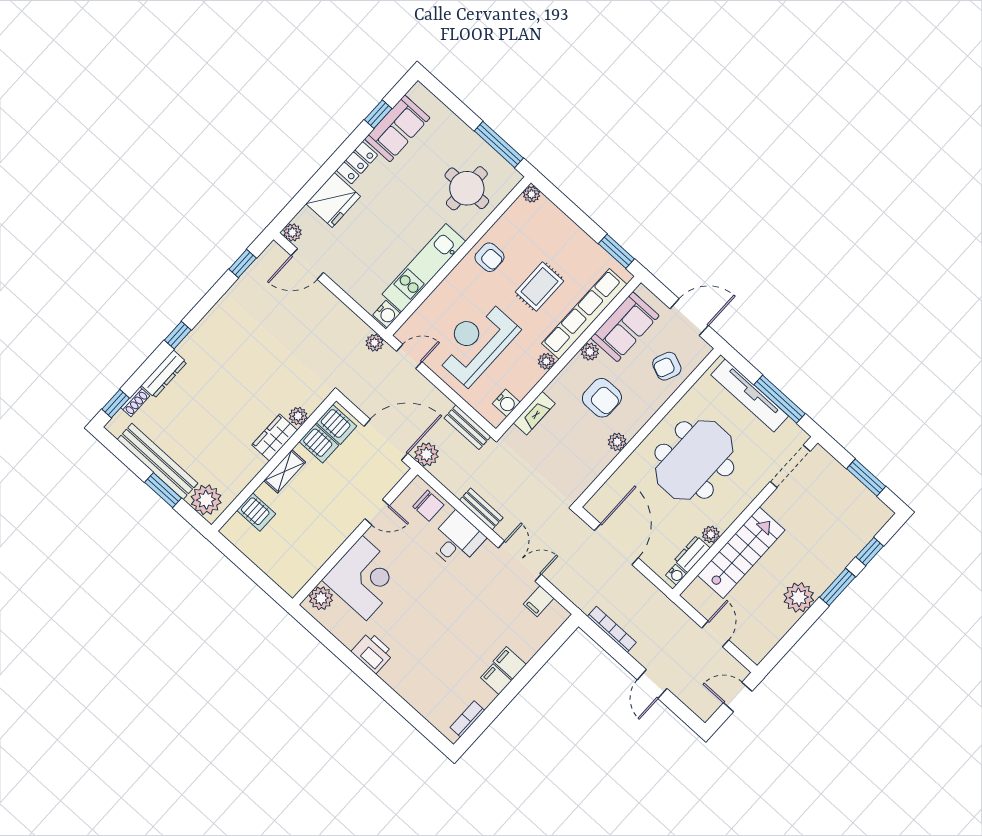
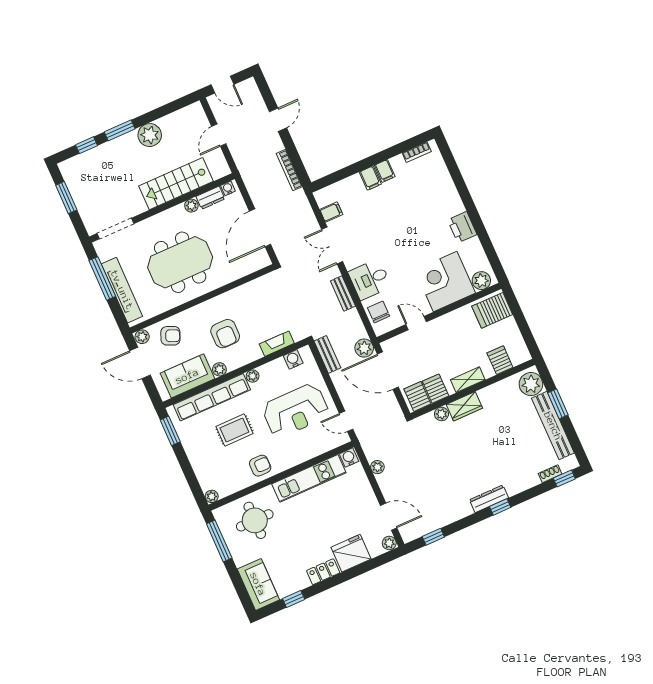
sofa: (397, 128) -> (258, 584), moved, turned 90
armchair: (489, 257) -> (260, 466), turned 90
plant: (375, 343) -> (377, 467), moved
dresser: (164, 374) -> (489, 499), moved
armchair: (602, 398) -> (225, 334), turned 180
plant: (617, 442) -> (142, 337), moved
server rack: (292, 568) -> (492, 310), added

